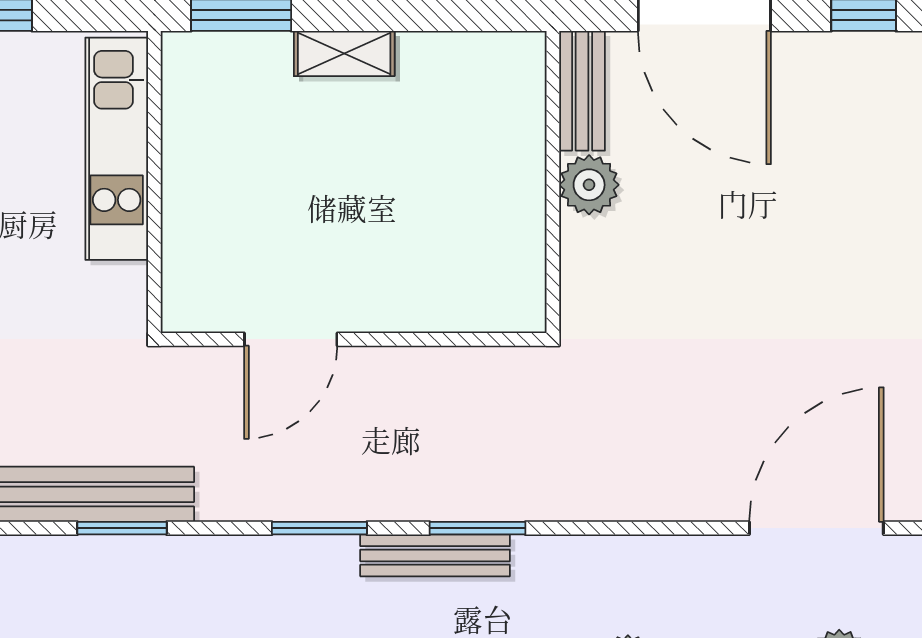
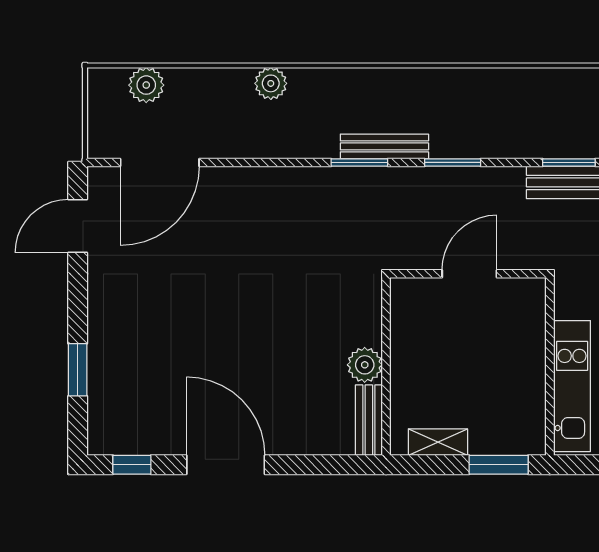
bench: (582, 91) -> (369, 420), moved
wall: (553, 182) -> (386, 366), moved
plant: (589, 185) -> (365, 365), moved

